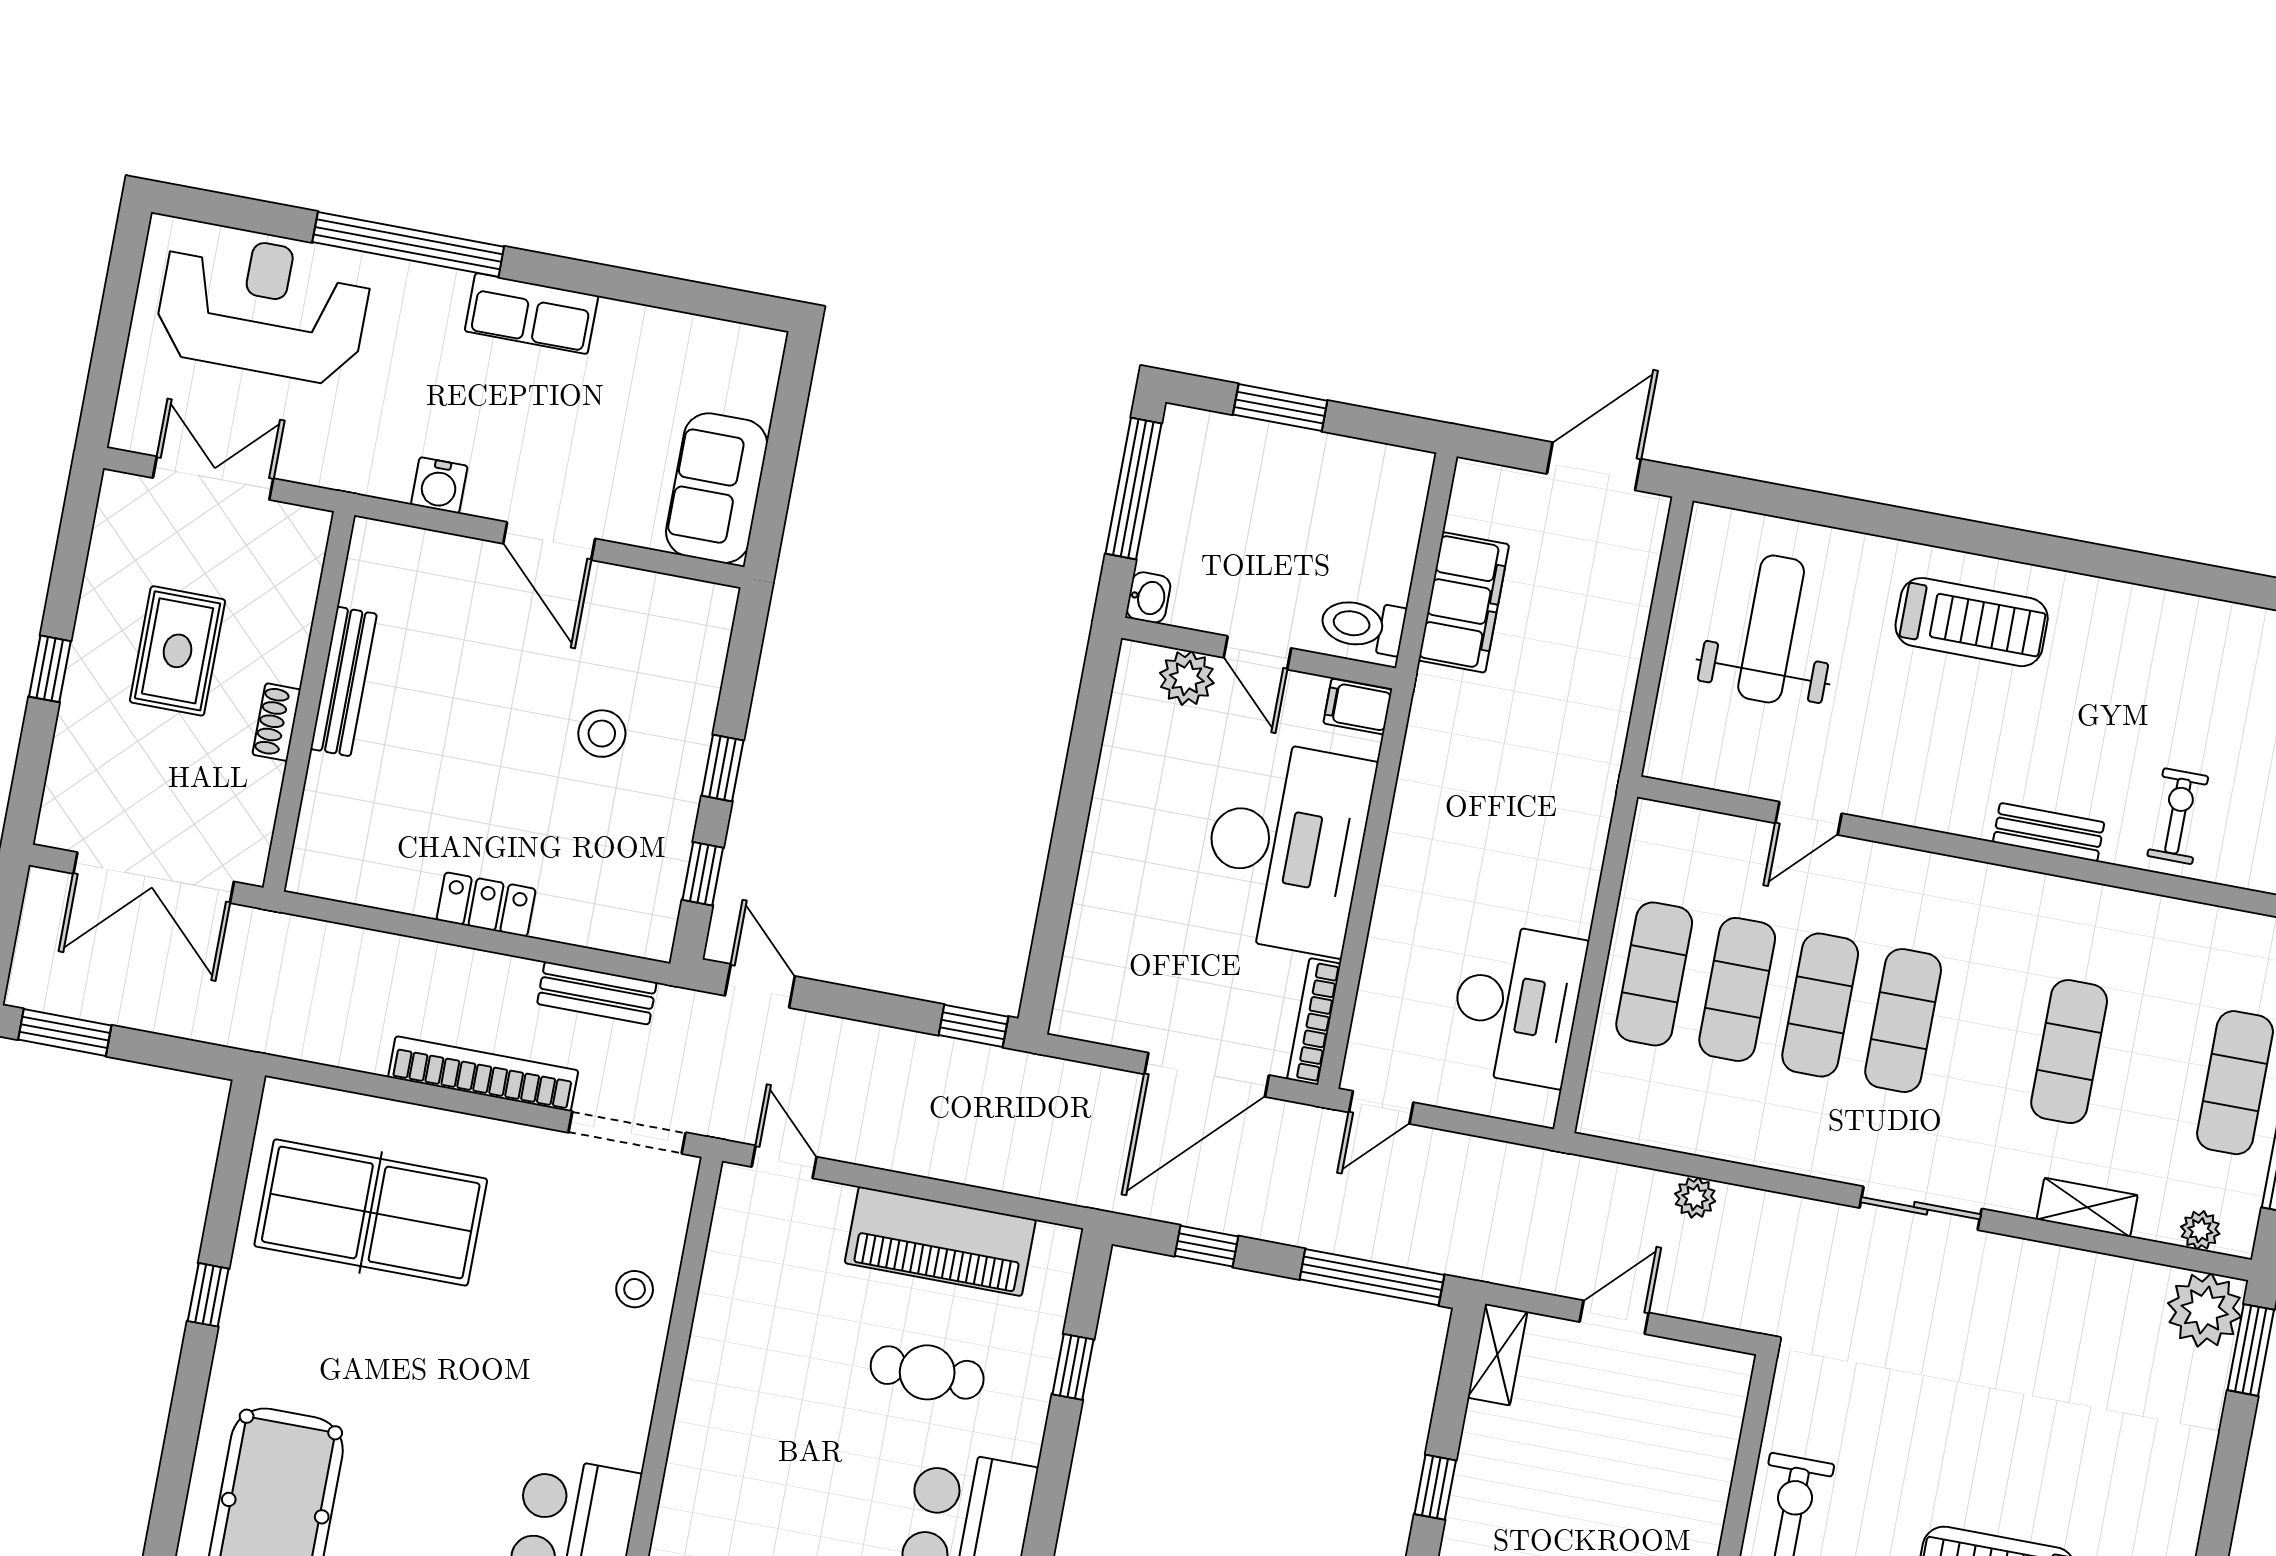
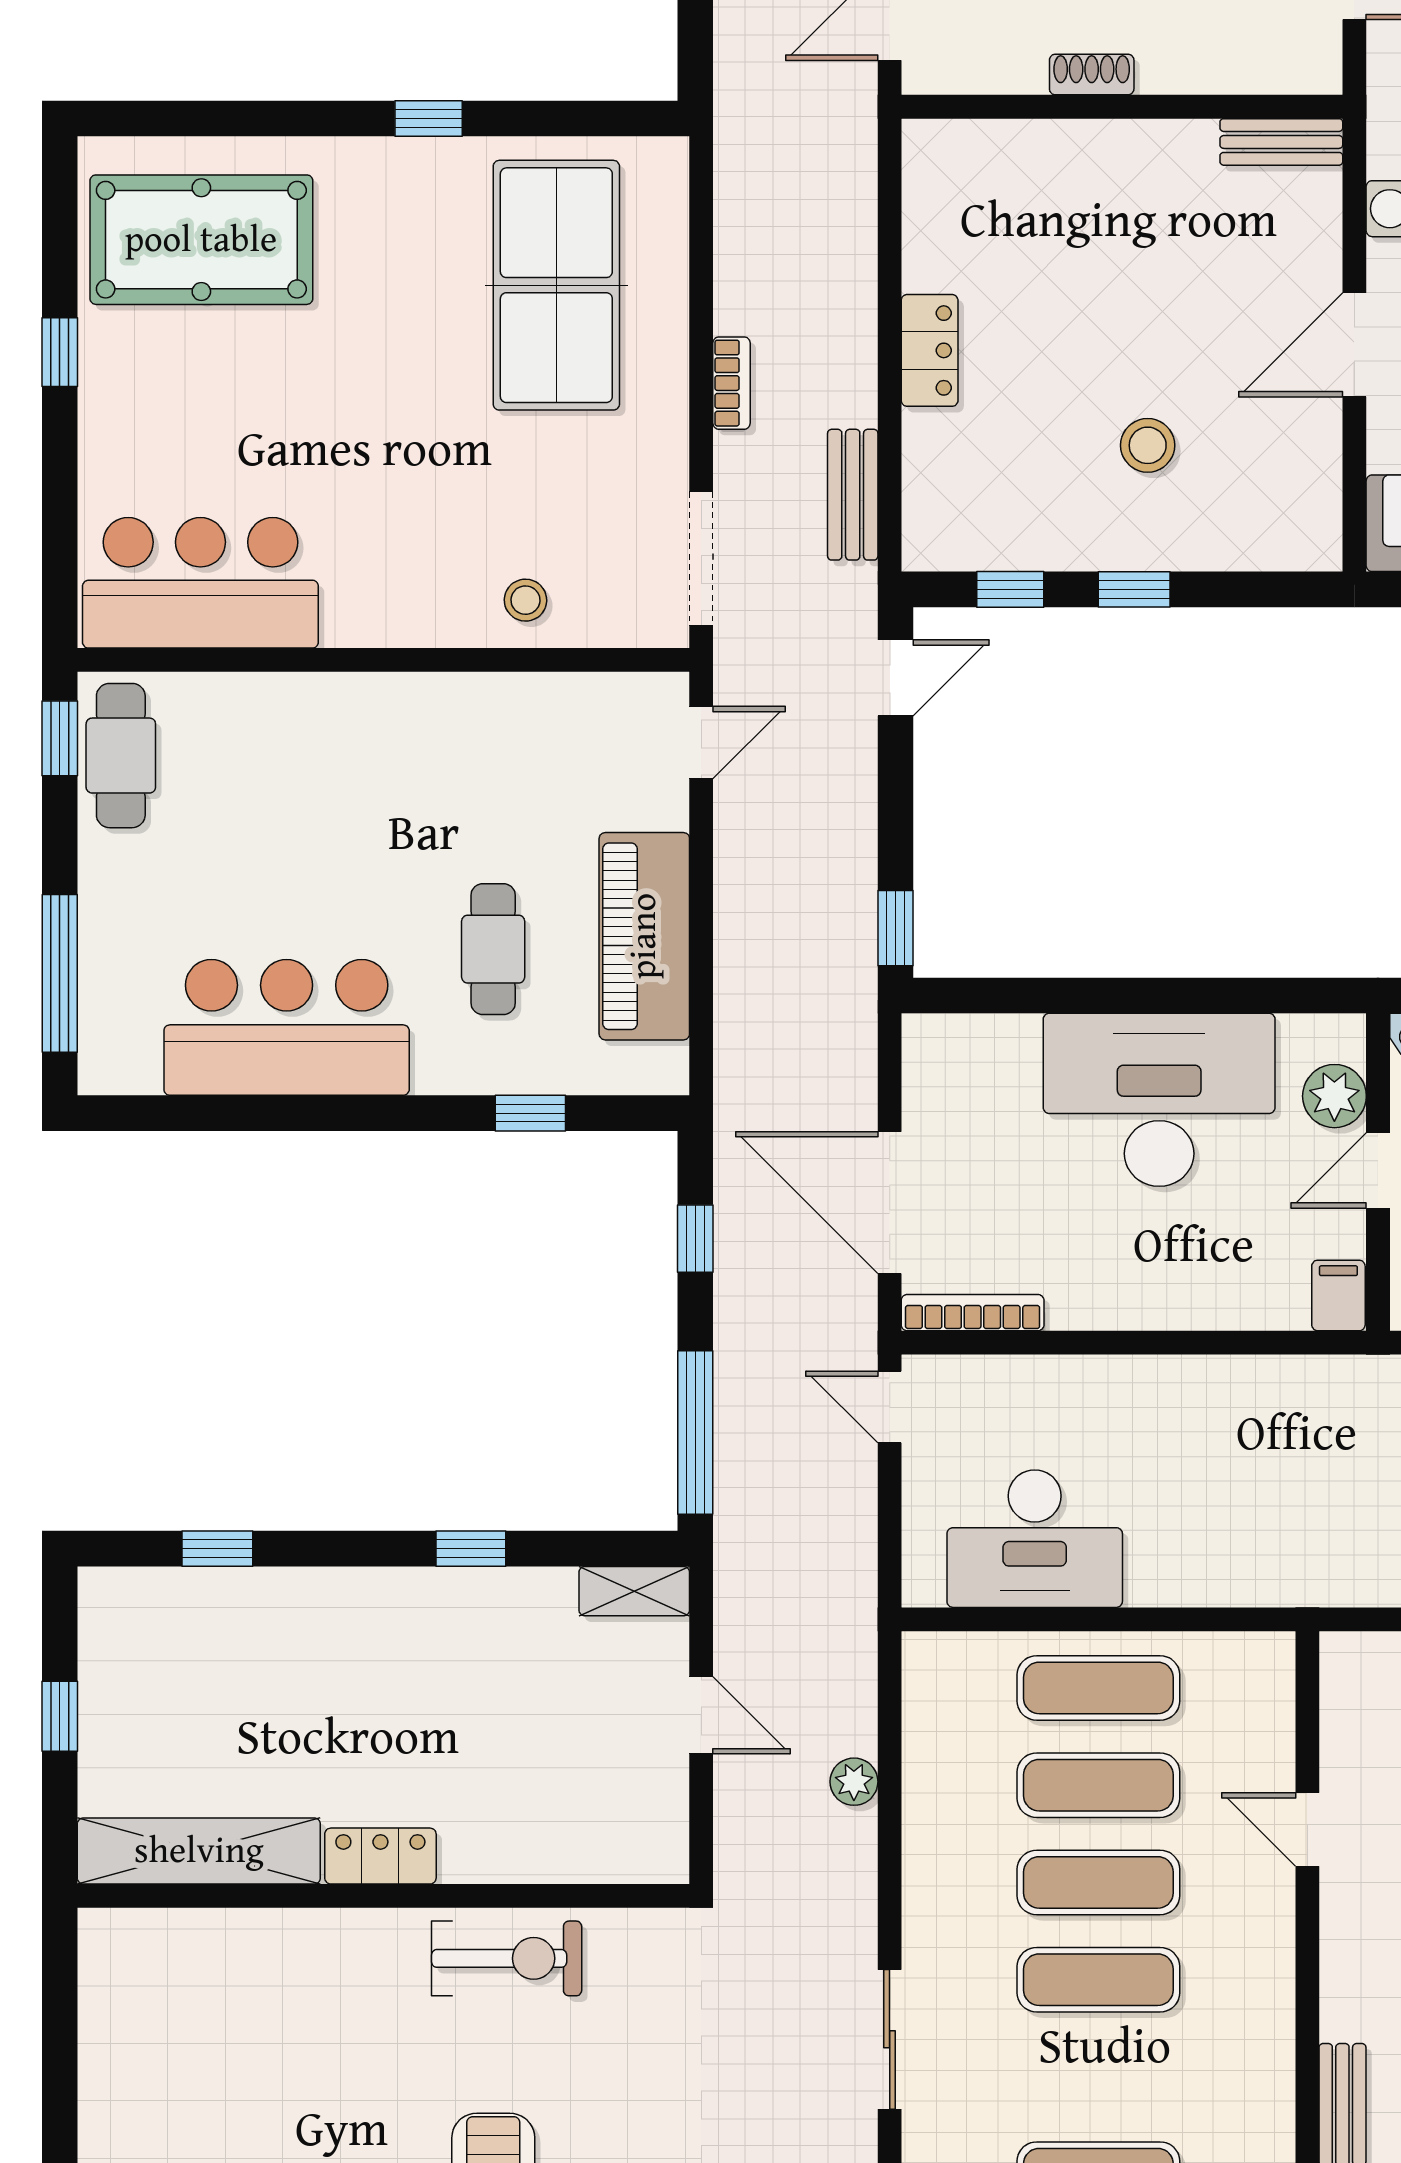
bench: (344, 681) -> (1281, 142), moved, width x0.73
desk: (1286, 847) -> (1159, 1100), moved, turned 180
bookcase: (483, 1074) -> (731, 383), width x0.43, depth x0.76

